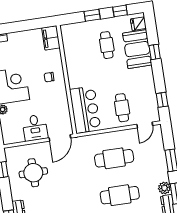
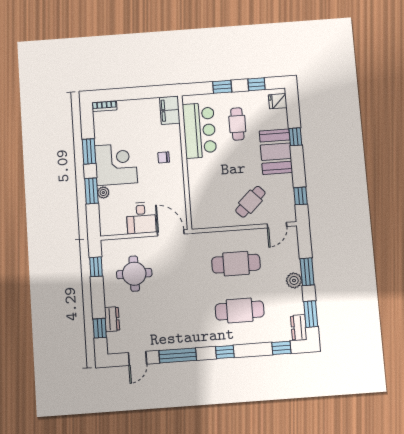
booth: (137, 49) -> (276, 152), moved
cafe table: (122, 108) -> (250, 202), turned 46
bar counter: (85, 110) -> (199, 130), moved
door: (60, 138) -> (171, 233), swing flipped
plant: (164, 188) -> (294, 280), moved

